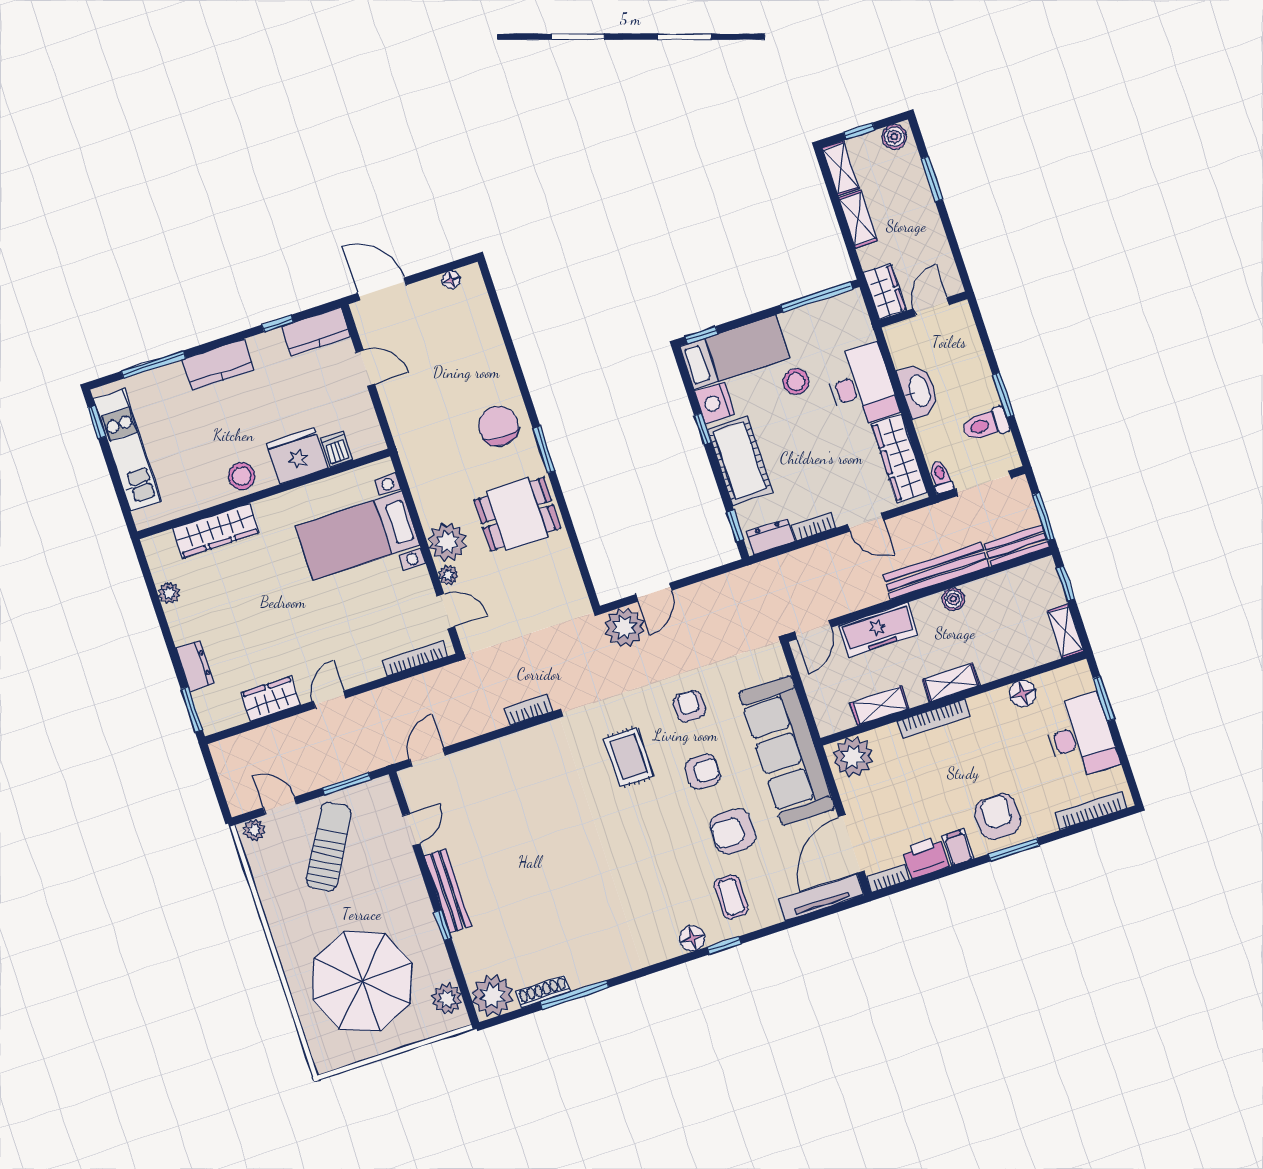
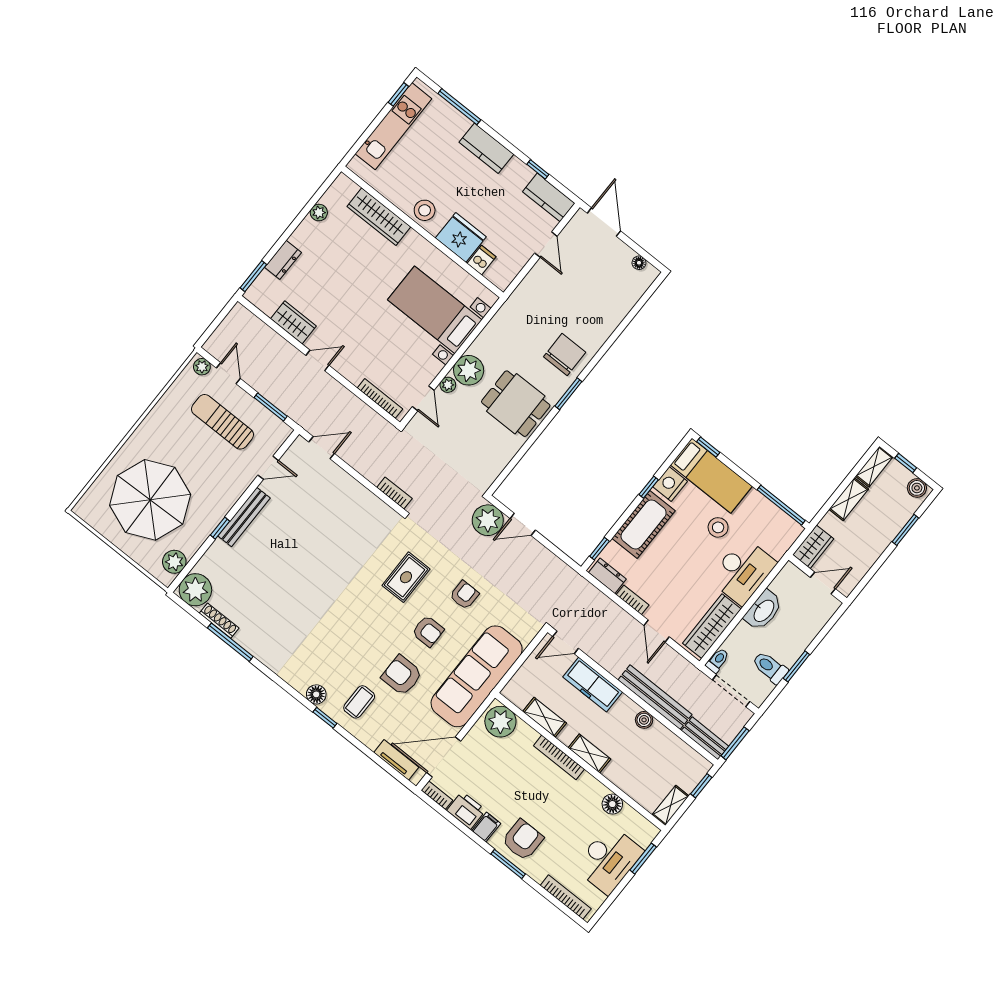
sun lounger: (329, 847) -> (222, 422), turned -120
tv unit: (821, 898) -> (396, 760), width x0.71

